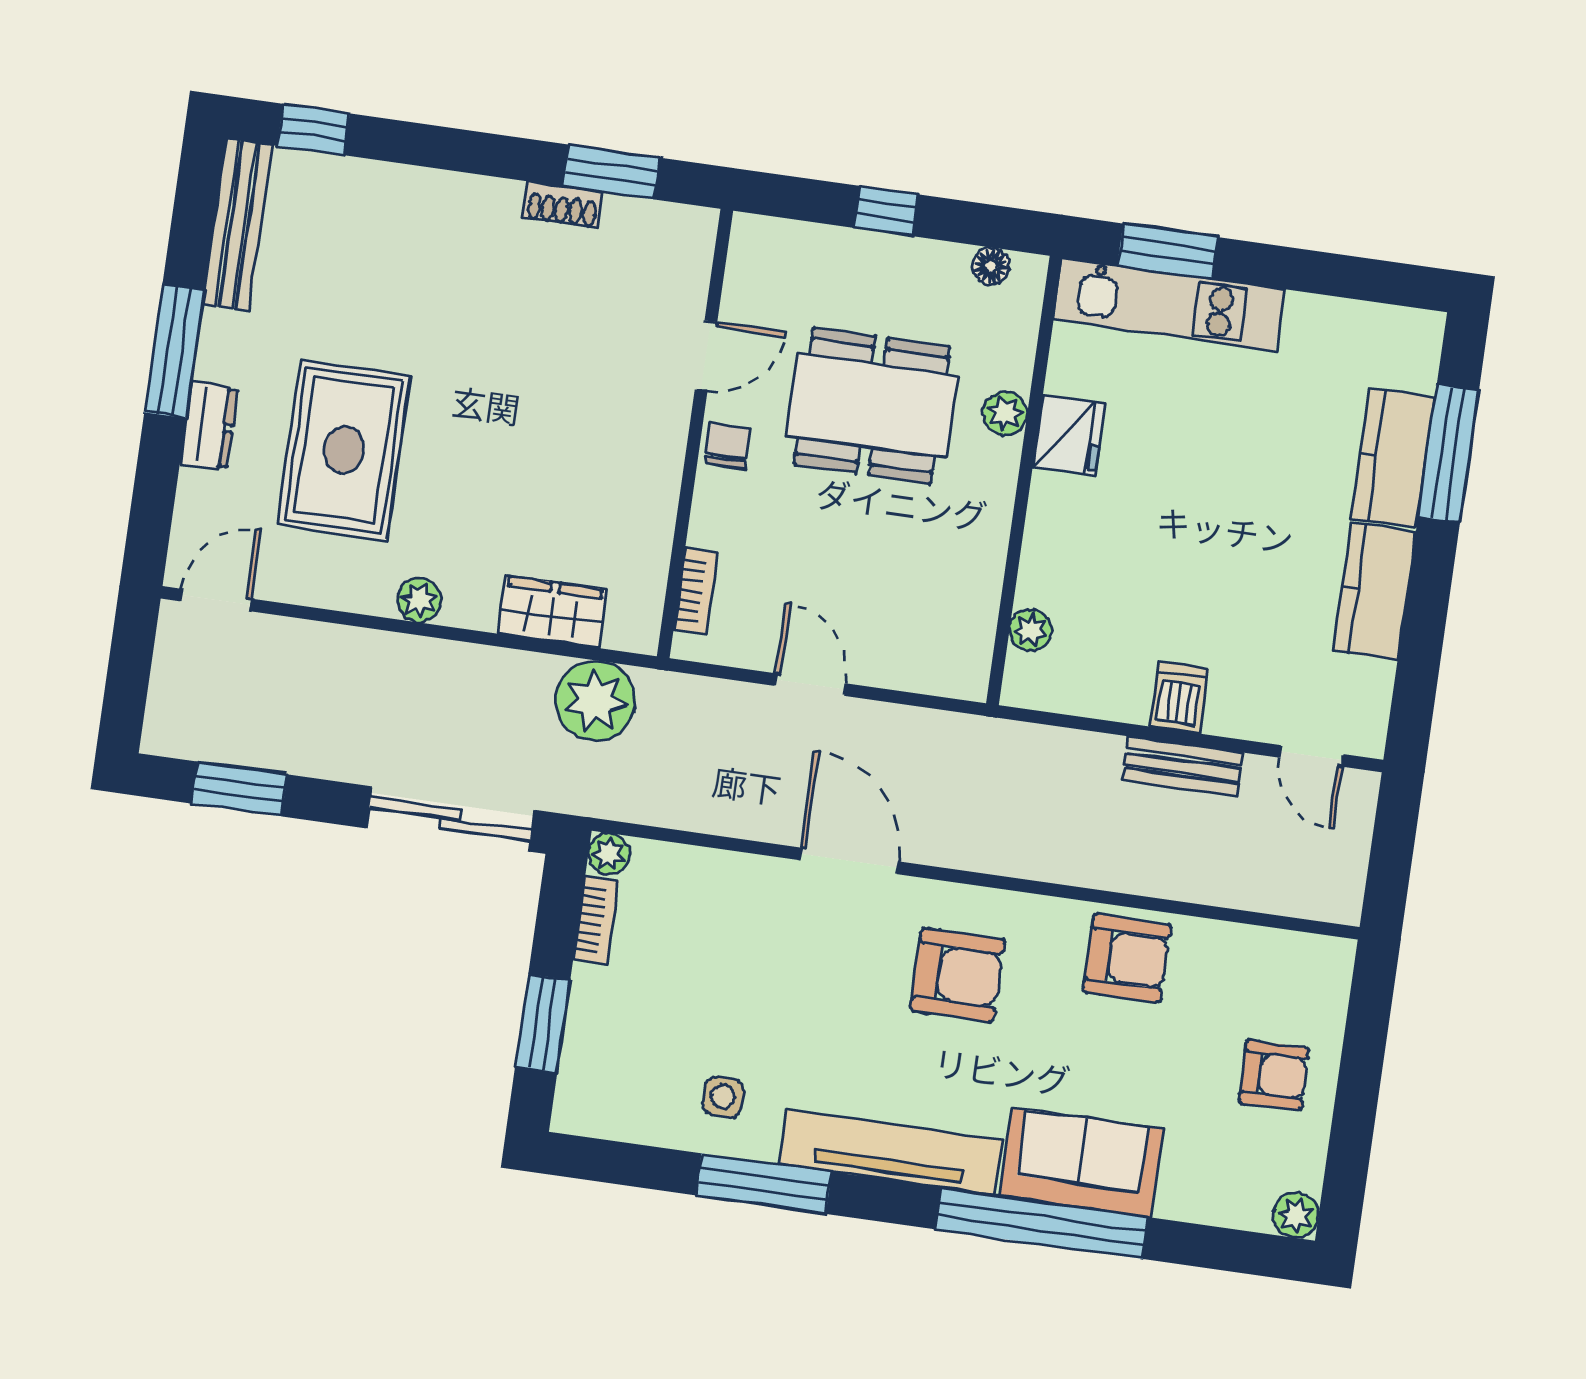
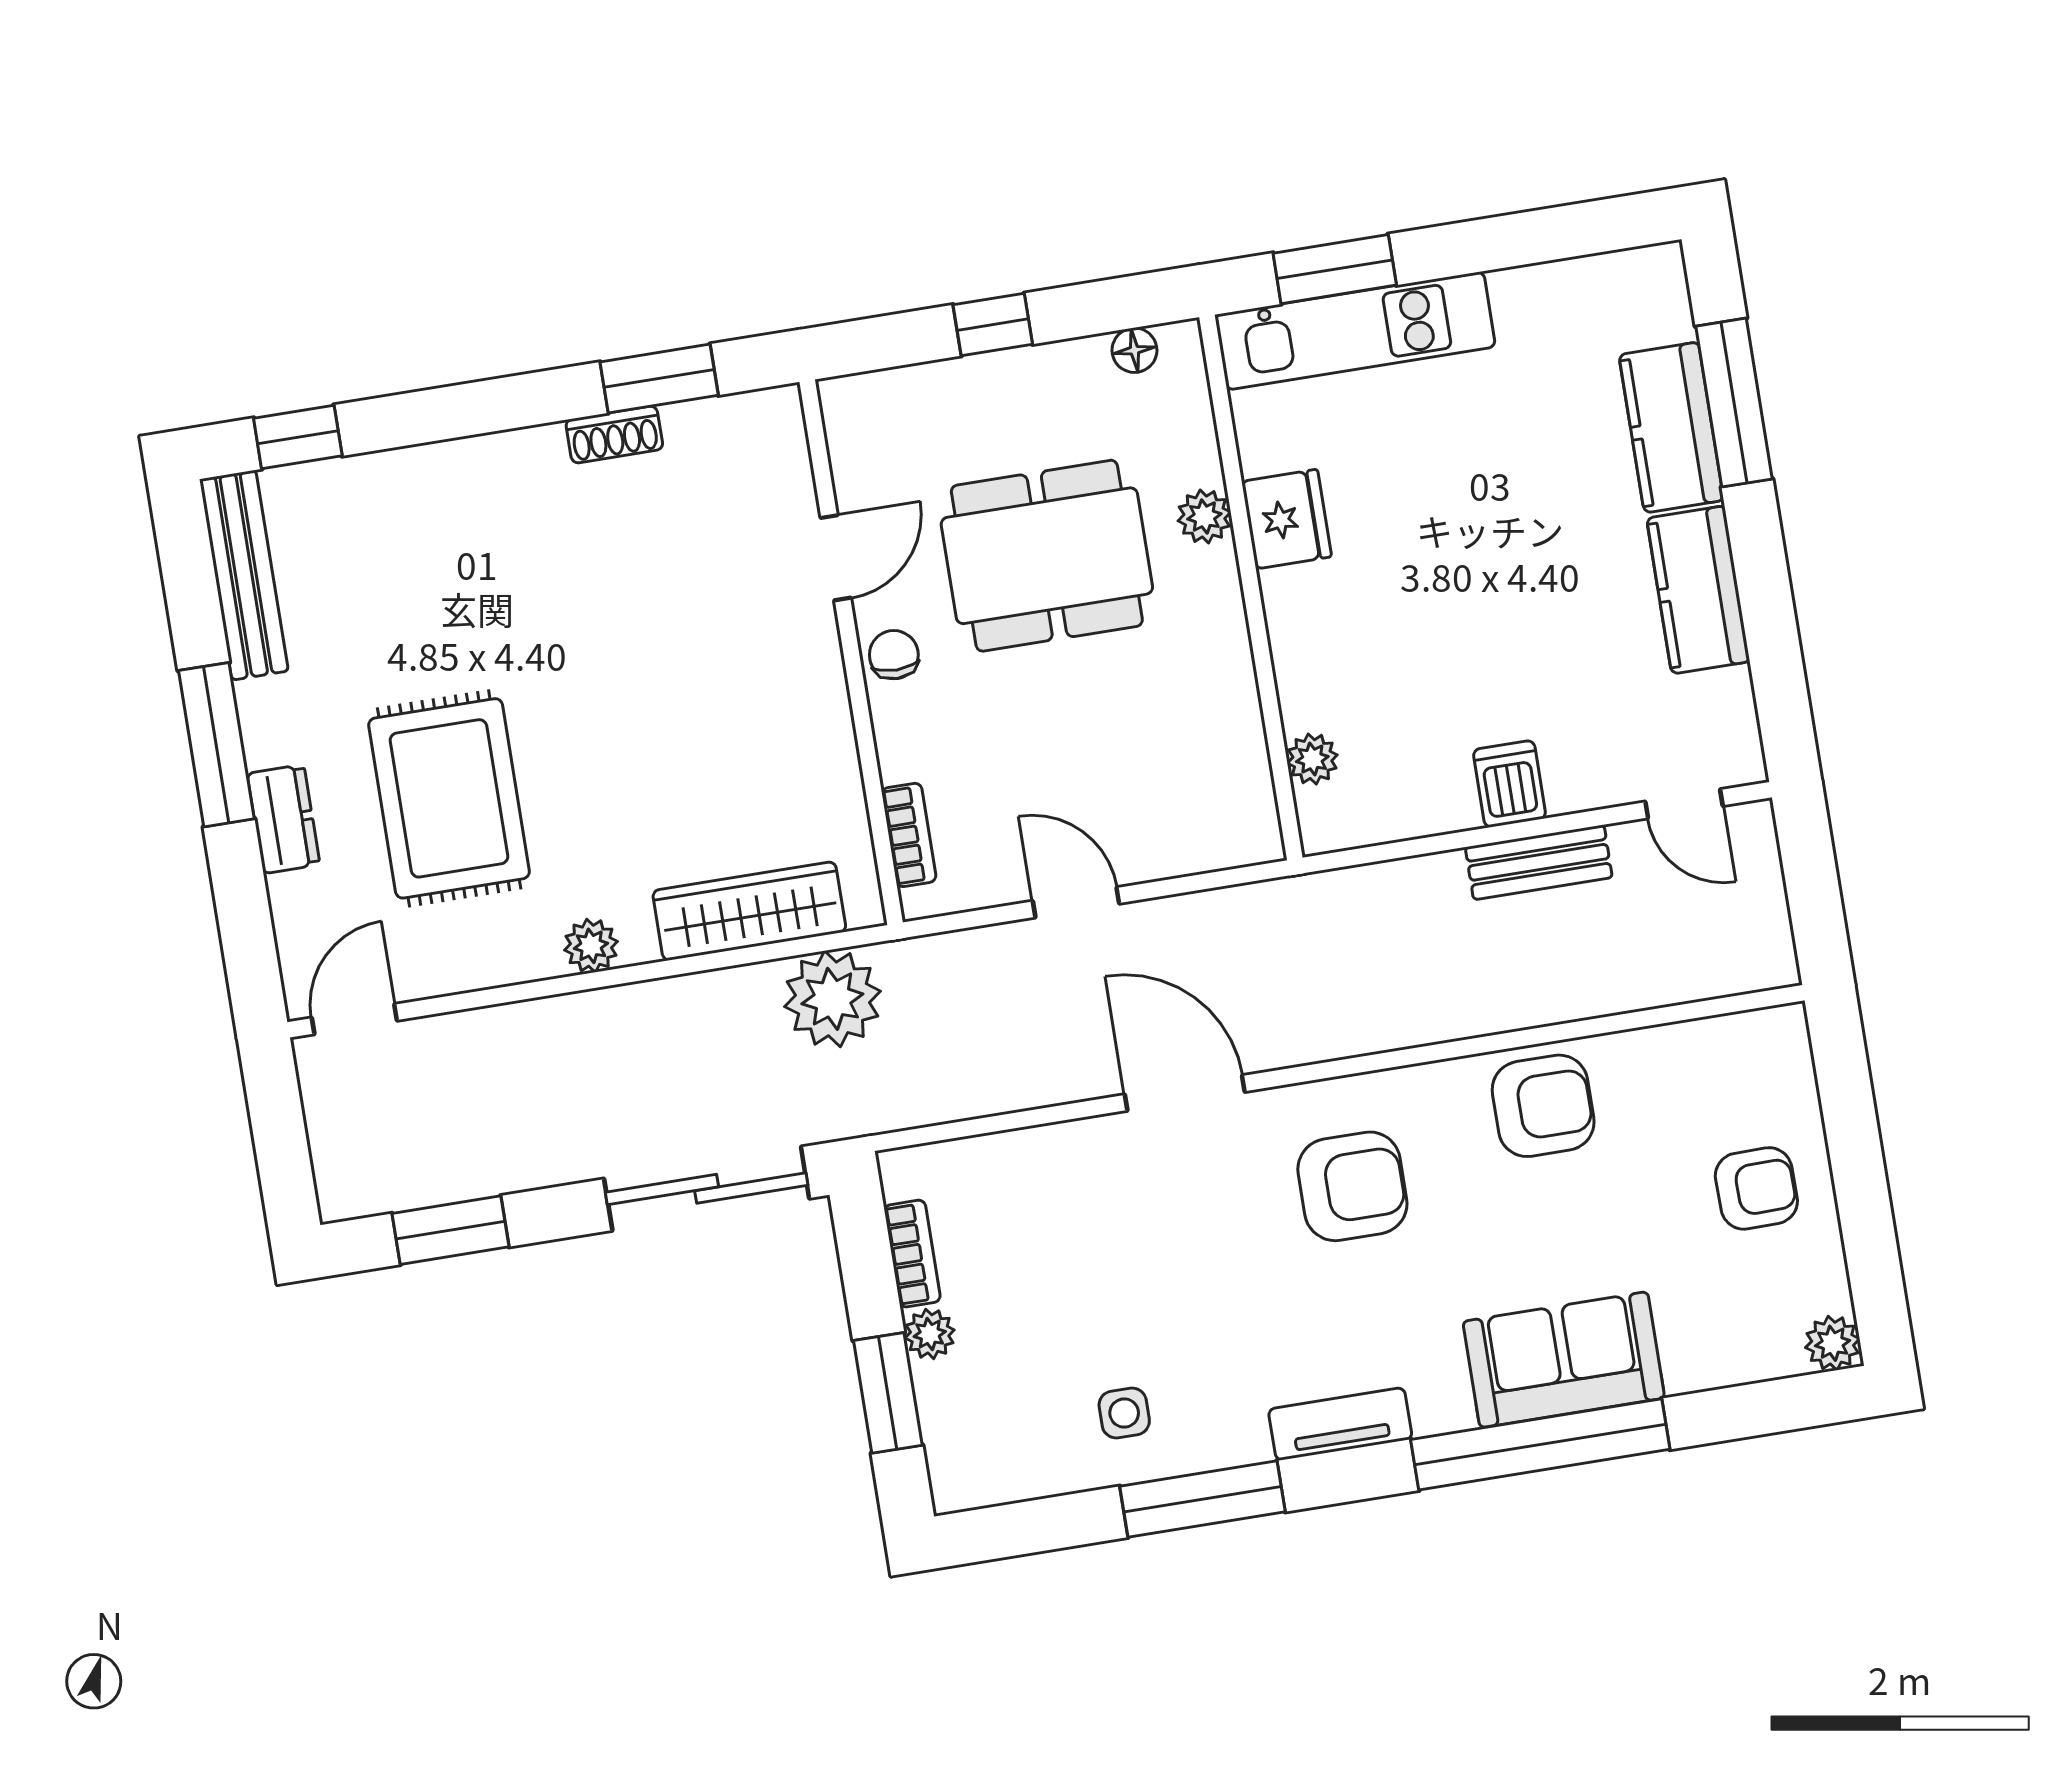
wardrobe: (552, 612) -> (749, 911), width x1.50
plant: (609, 854) -> (930, 1334), moved
tv unit: (891, 1152) -> (1340, 1424), width x0.52, depth x0.78

